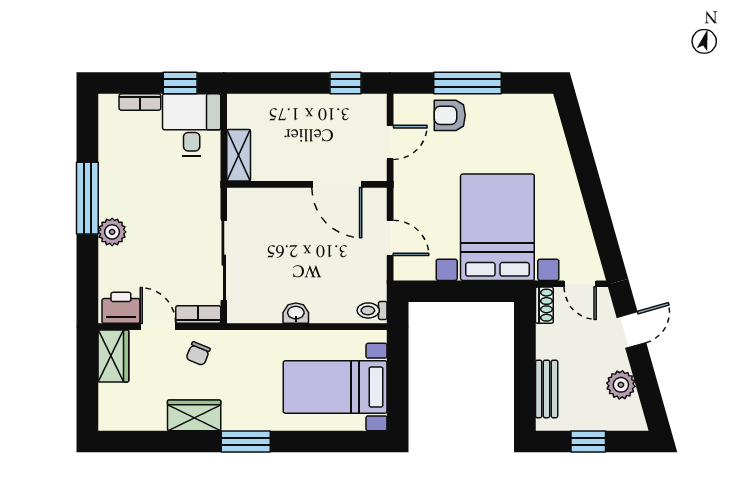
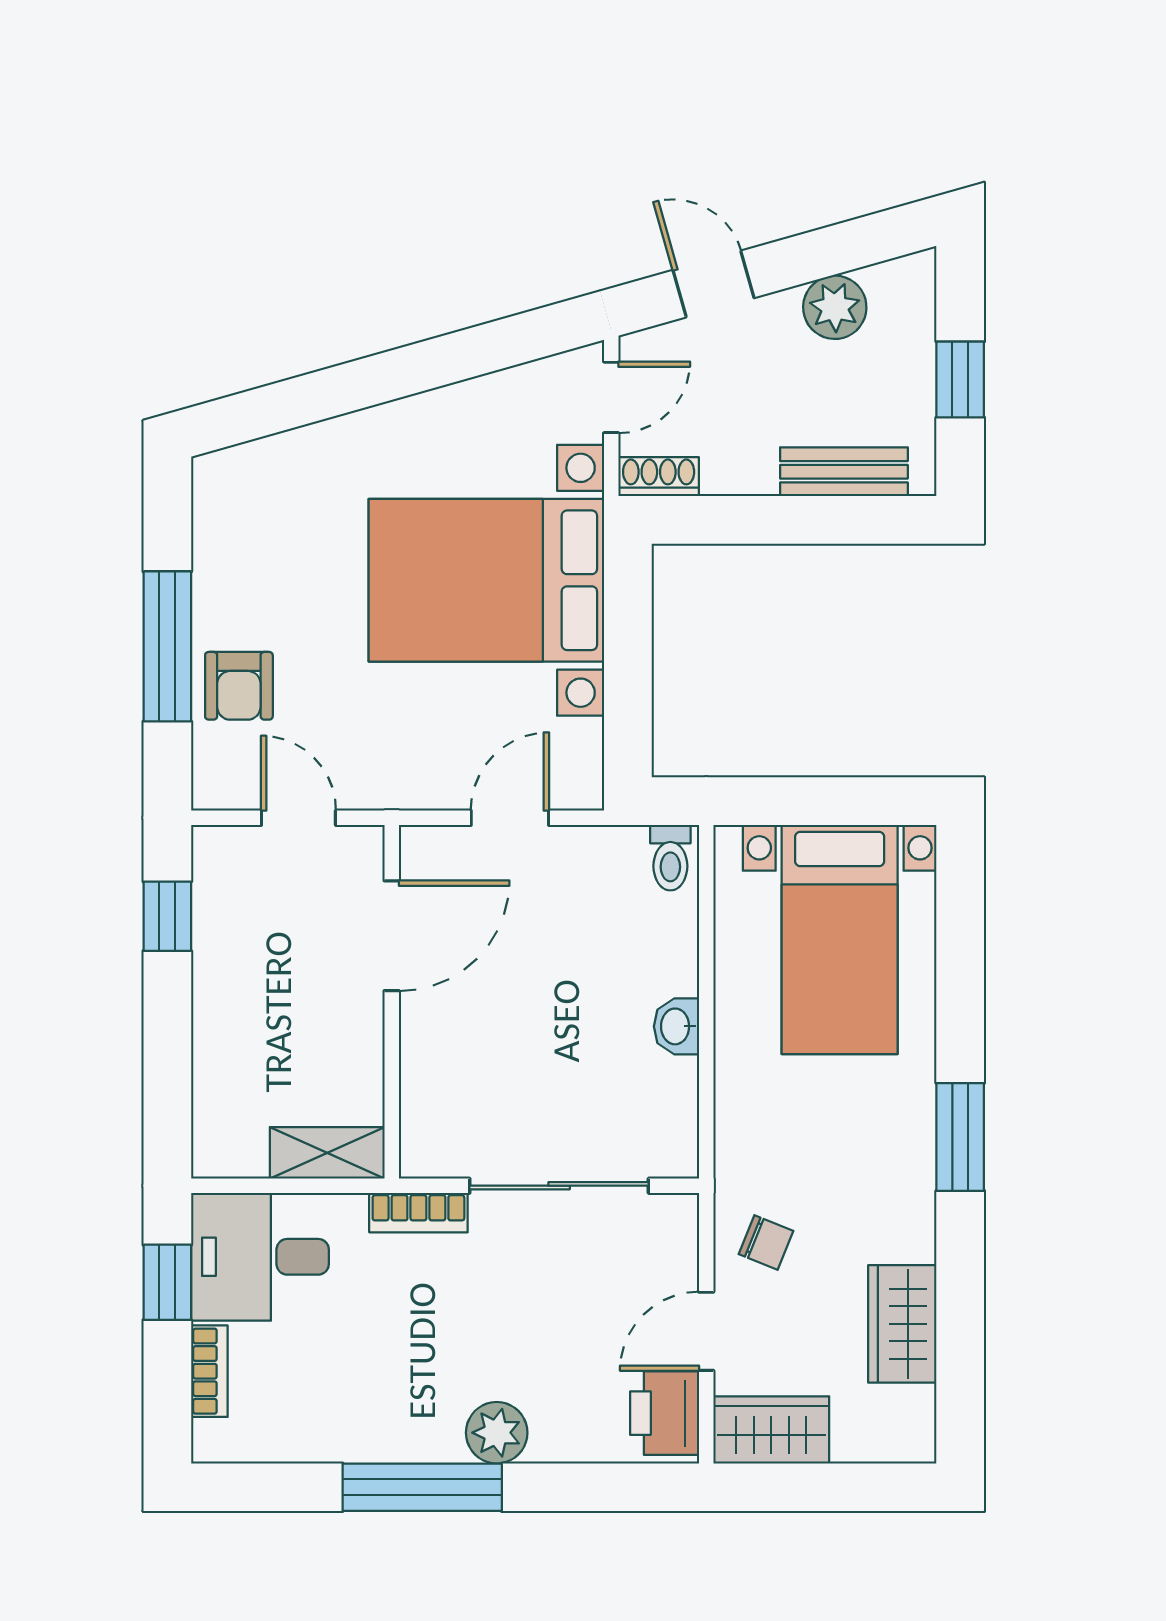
bookcase: (198, 315) -> (418, 1213), moved, turned -90
wardrobe: (194, 415) -> (902, 1324), moved

